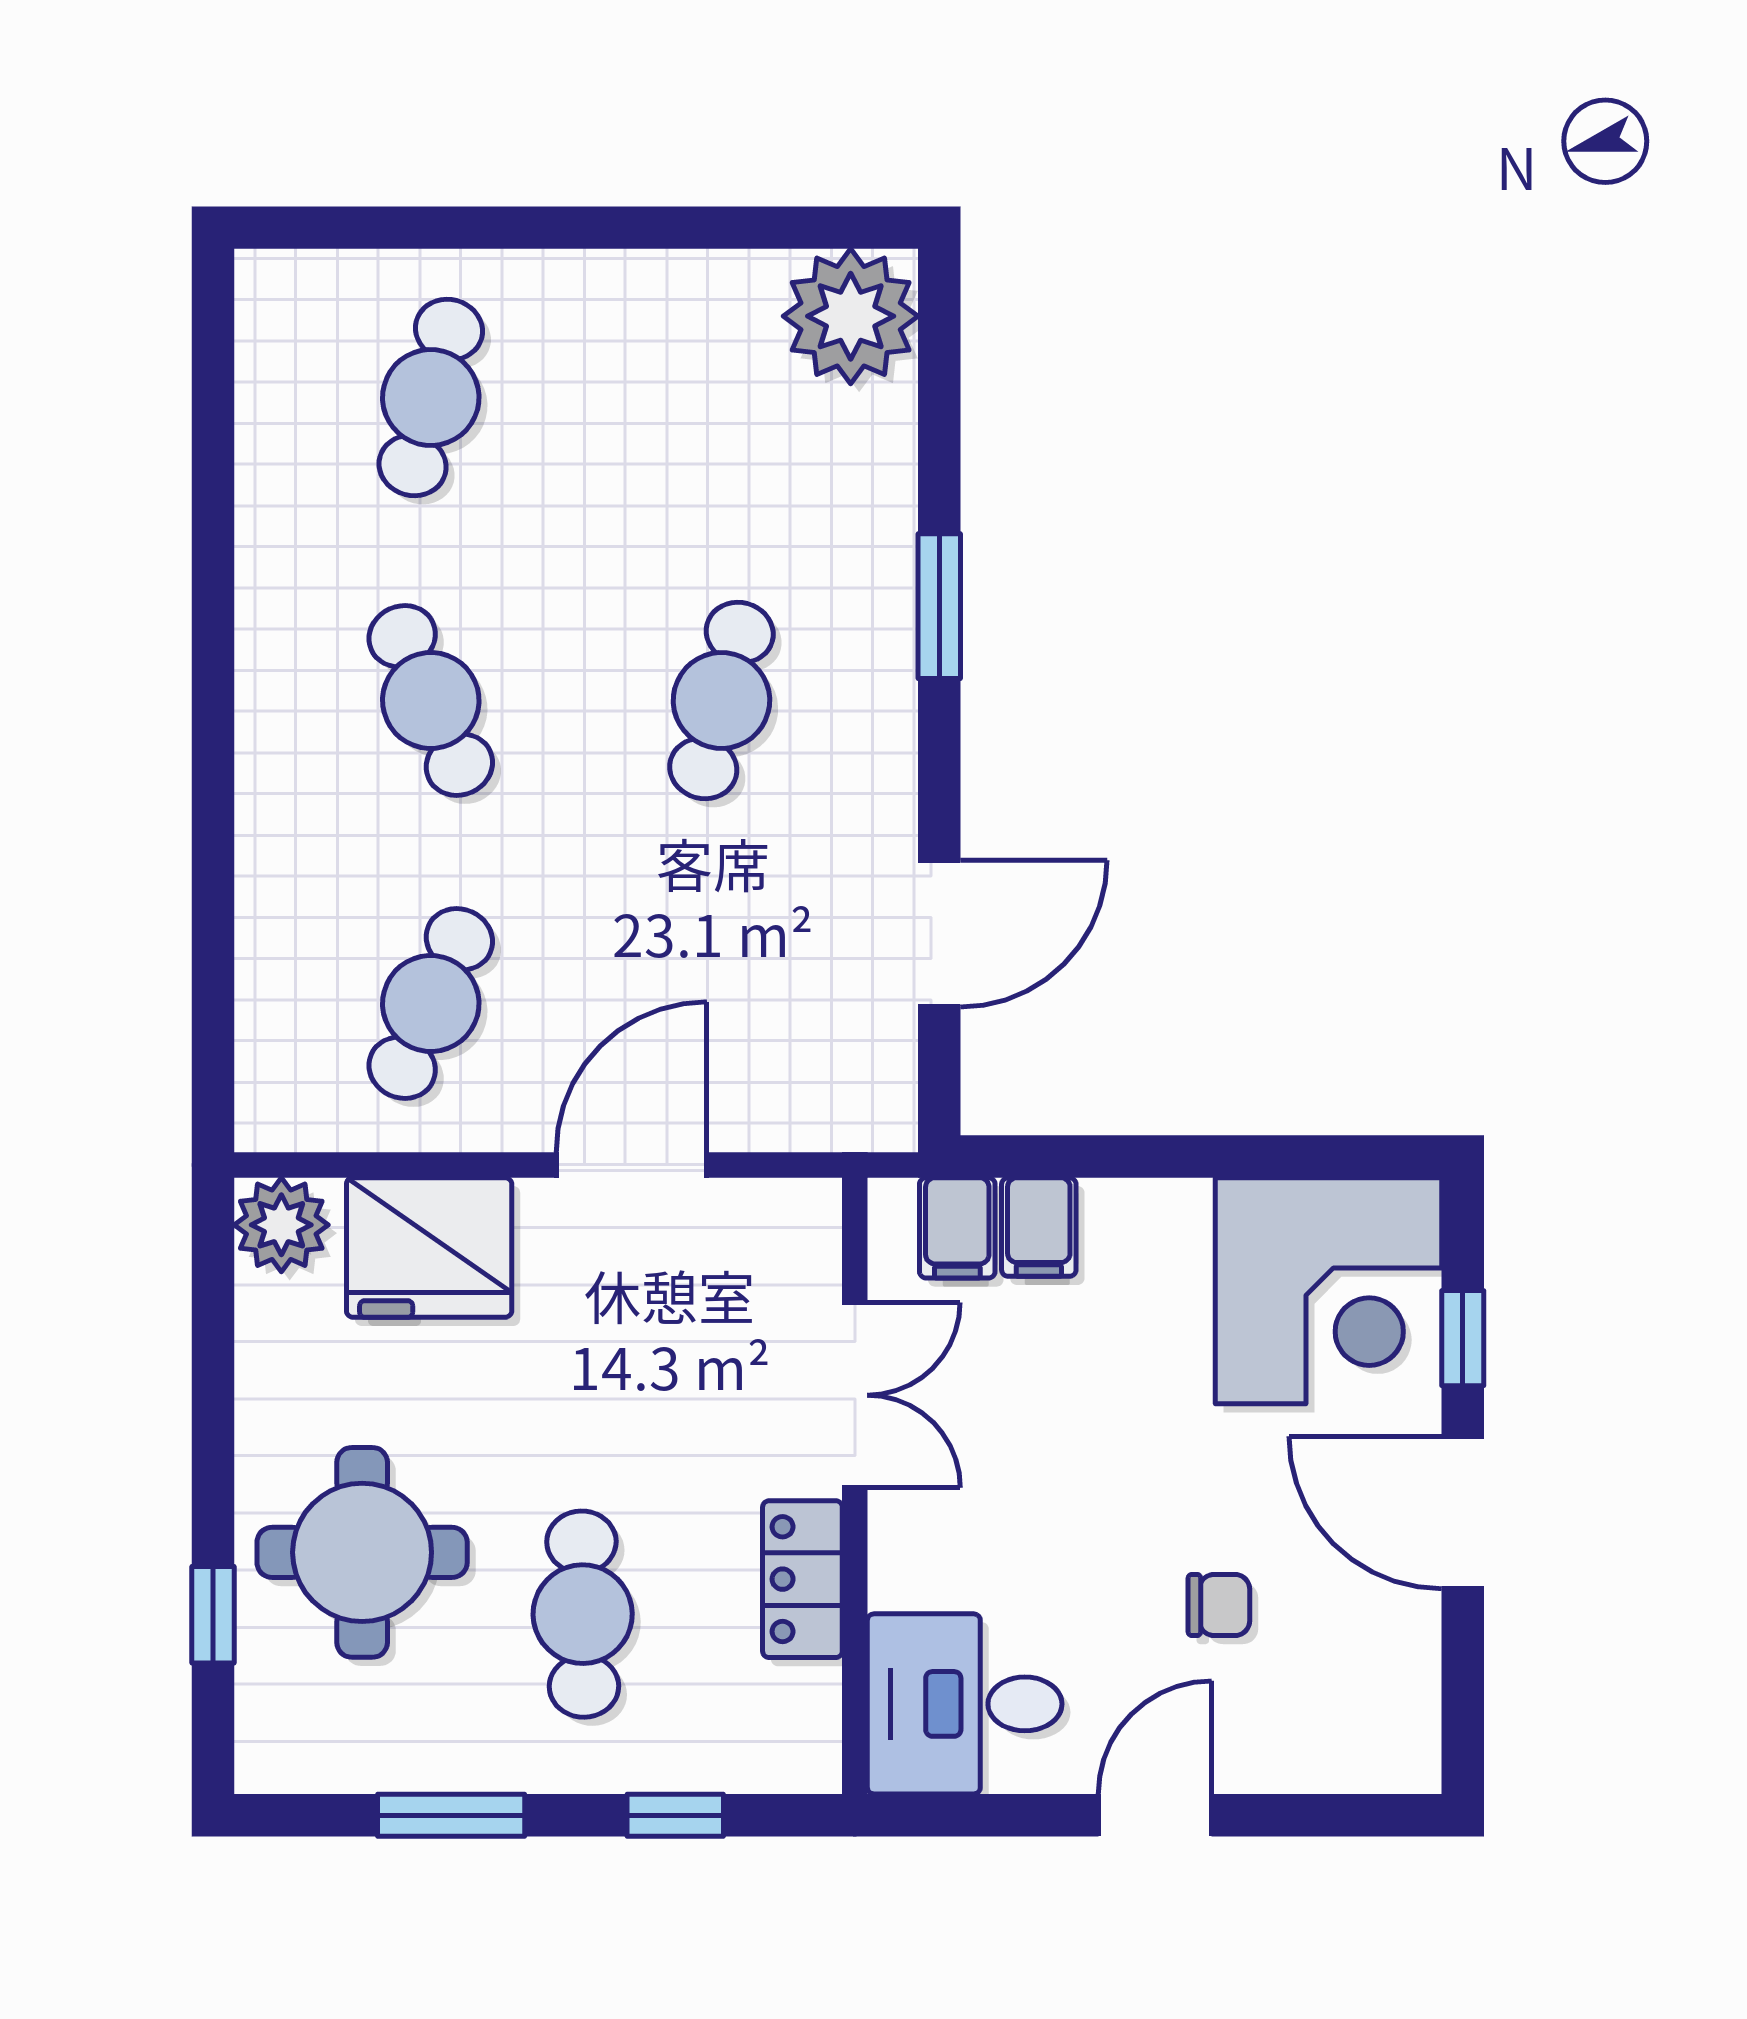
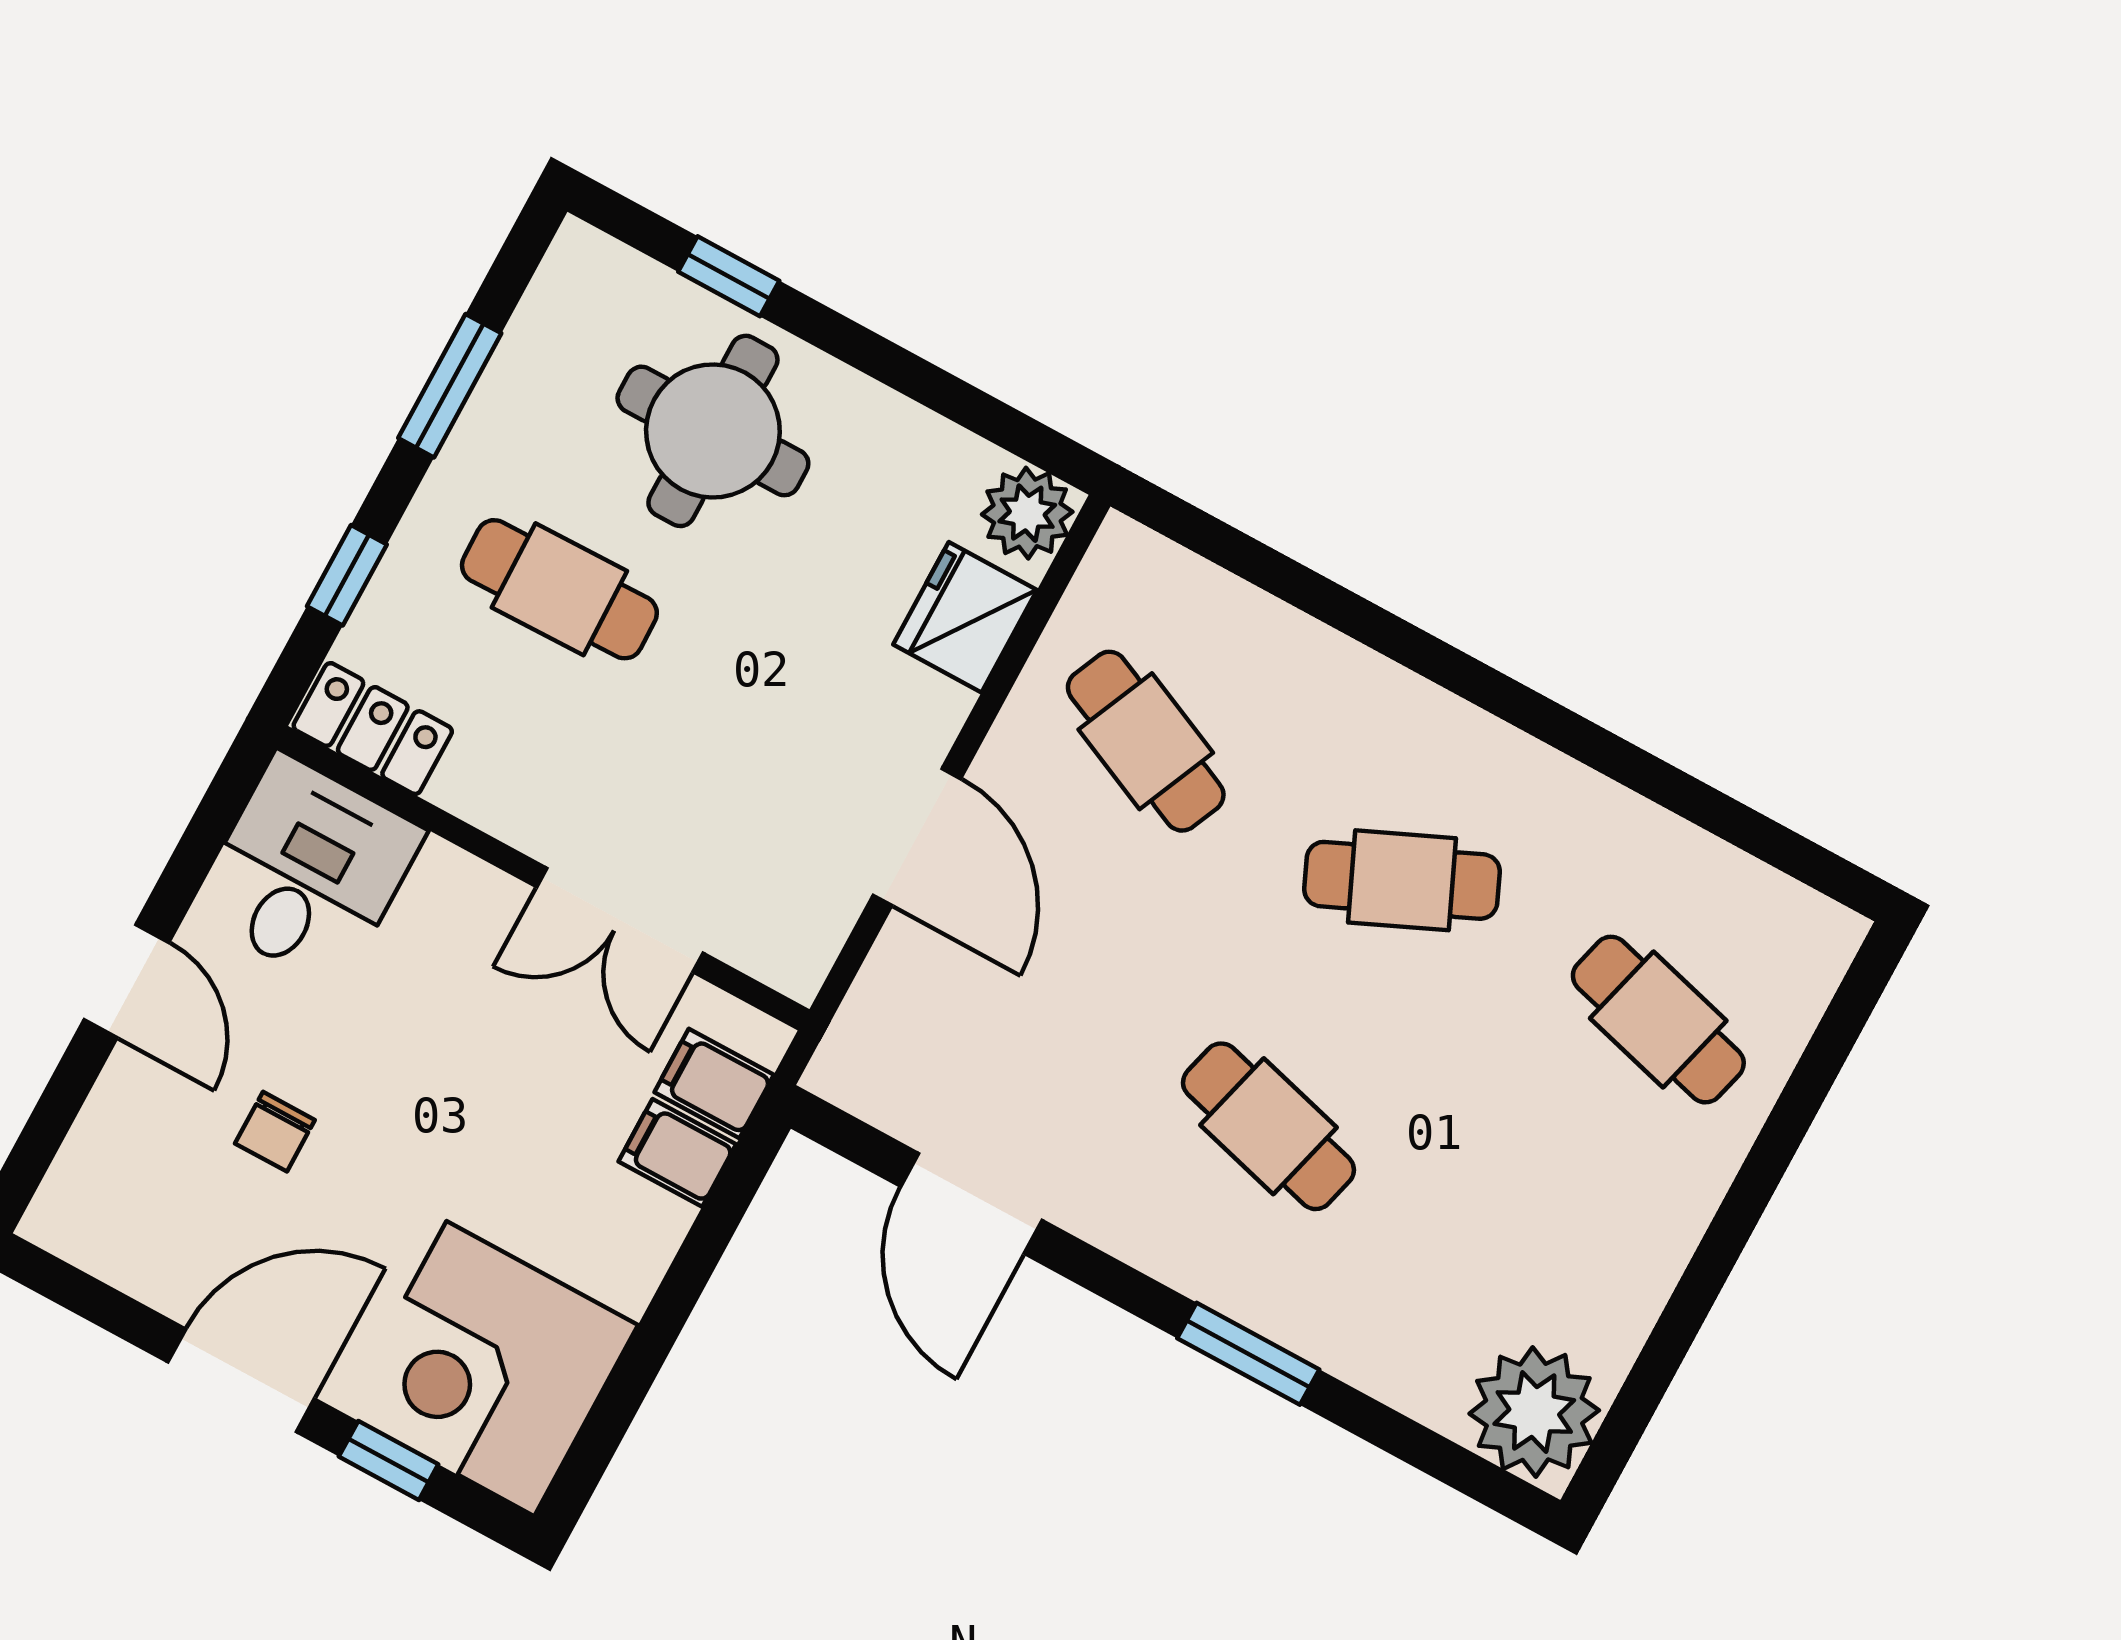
fridge: (429, 1248) -> (965, 617), width x0.73, depth x0.75
locker: (802, 1579) -> (373, 729), moved

